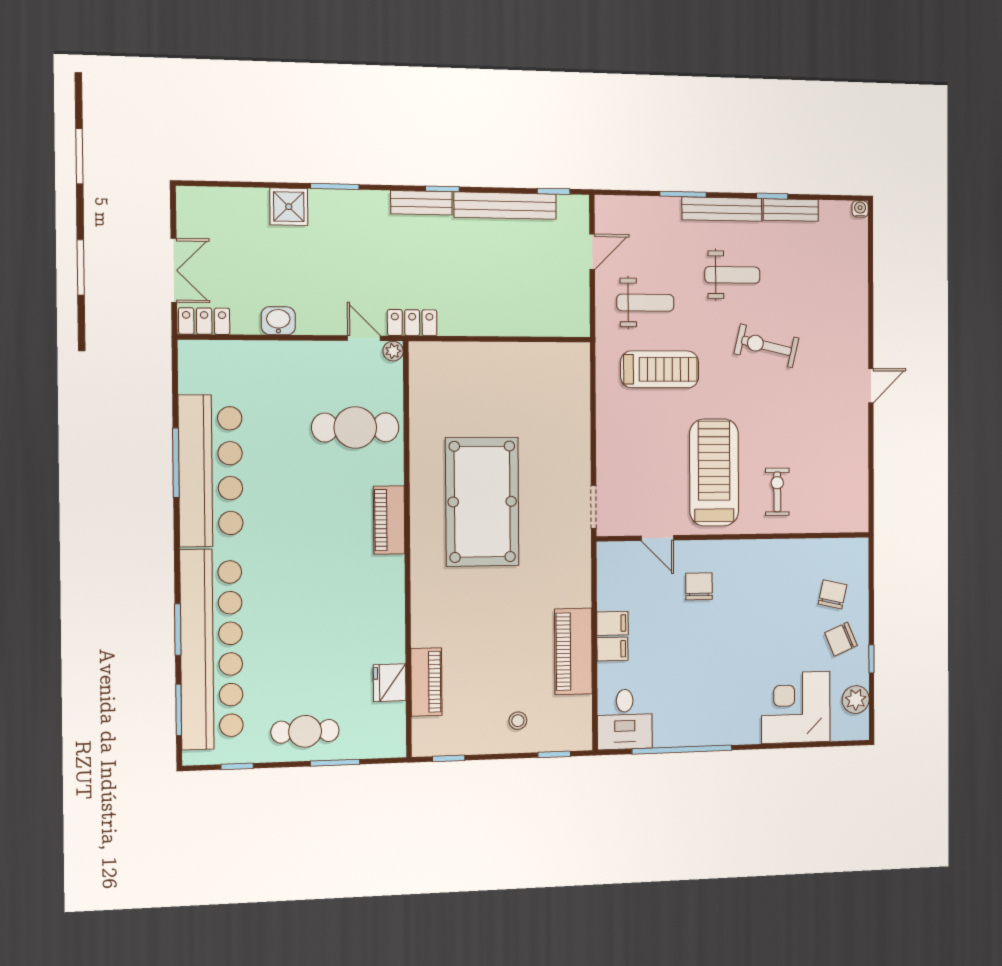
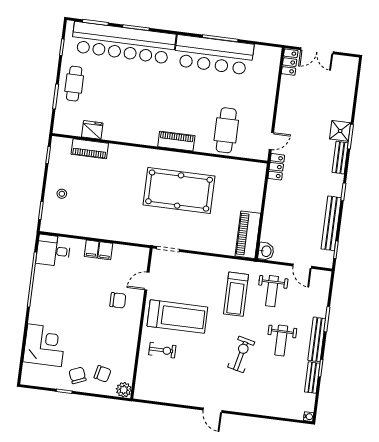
bench: (421, 203) -> (340, 158), moved
shower: (289, 207) -> (340, 131), moved
washbasin: (278, 321) -> (266, 251), moved
plant: (393, 351) -> (263, 155), removed
piano: (573, 651) -> (248, 235), moved, turned -90
plant: (856, 700) -> (124, 390), moved

